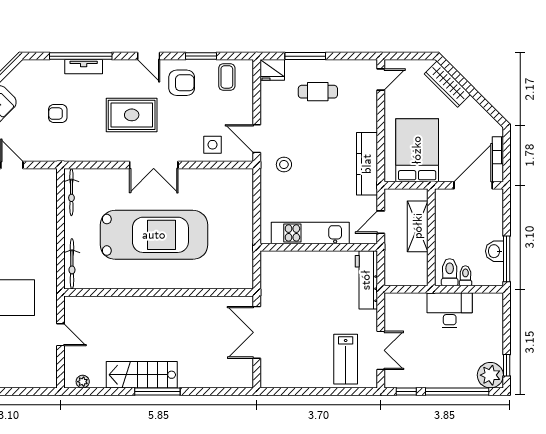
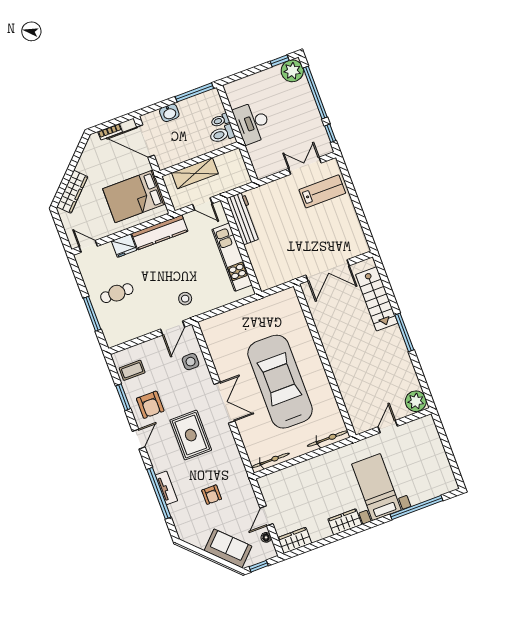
fridge: (272, 70) -> (124, 246), moved, turned 90
armchair: (182, 83) -> (150, 405), turned 180
cafe table: (318, 92) -> (117, 293), turned 90
washbasin: (494, 251) -> (169, 113), moved
workbench: (366, 280) -> (244, 218), moved, turned -90
stairs: (142, 375) -> (377, 299), moved
plant: (83, 382) -> (416, 401), width x1.88, depth x1.88

